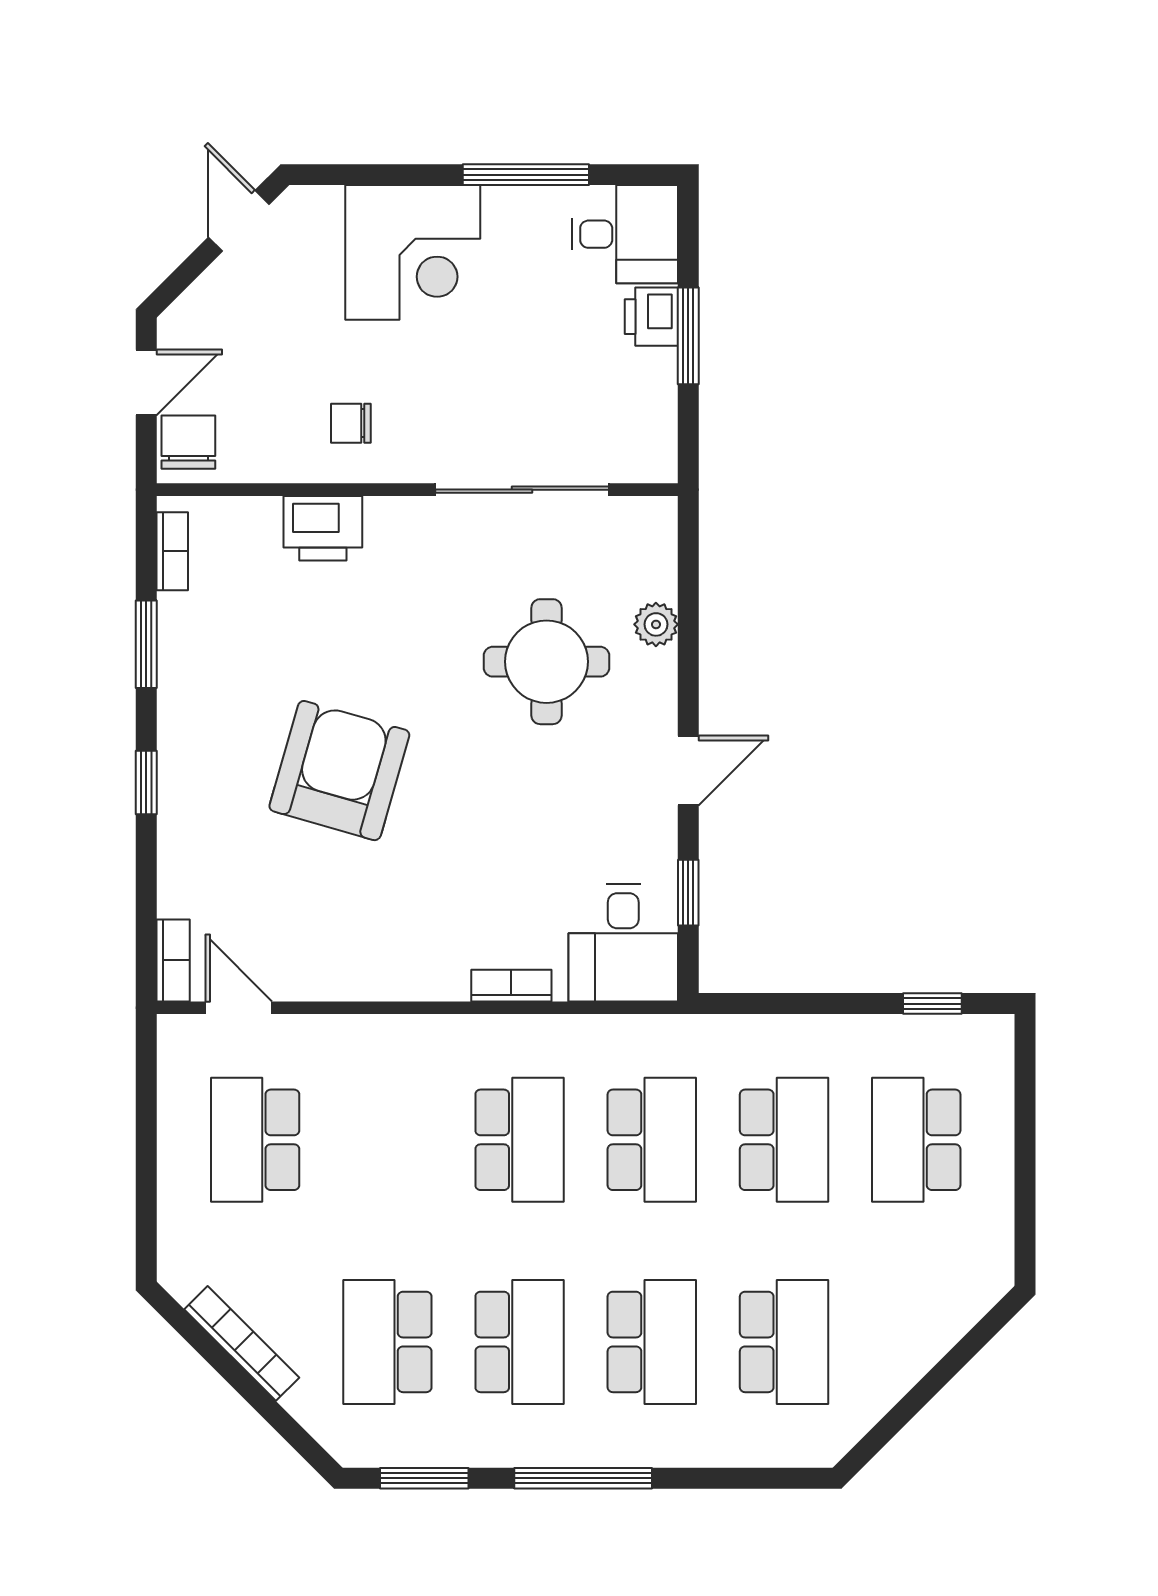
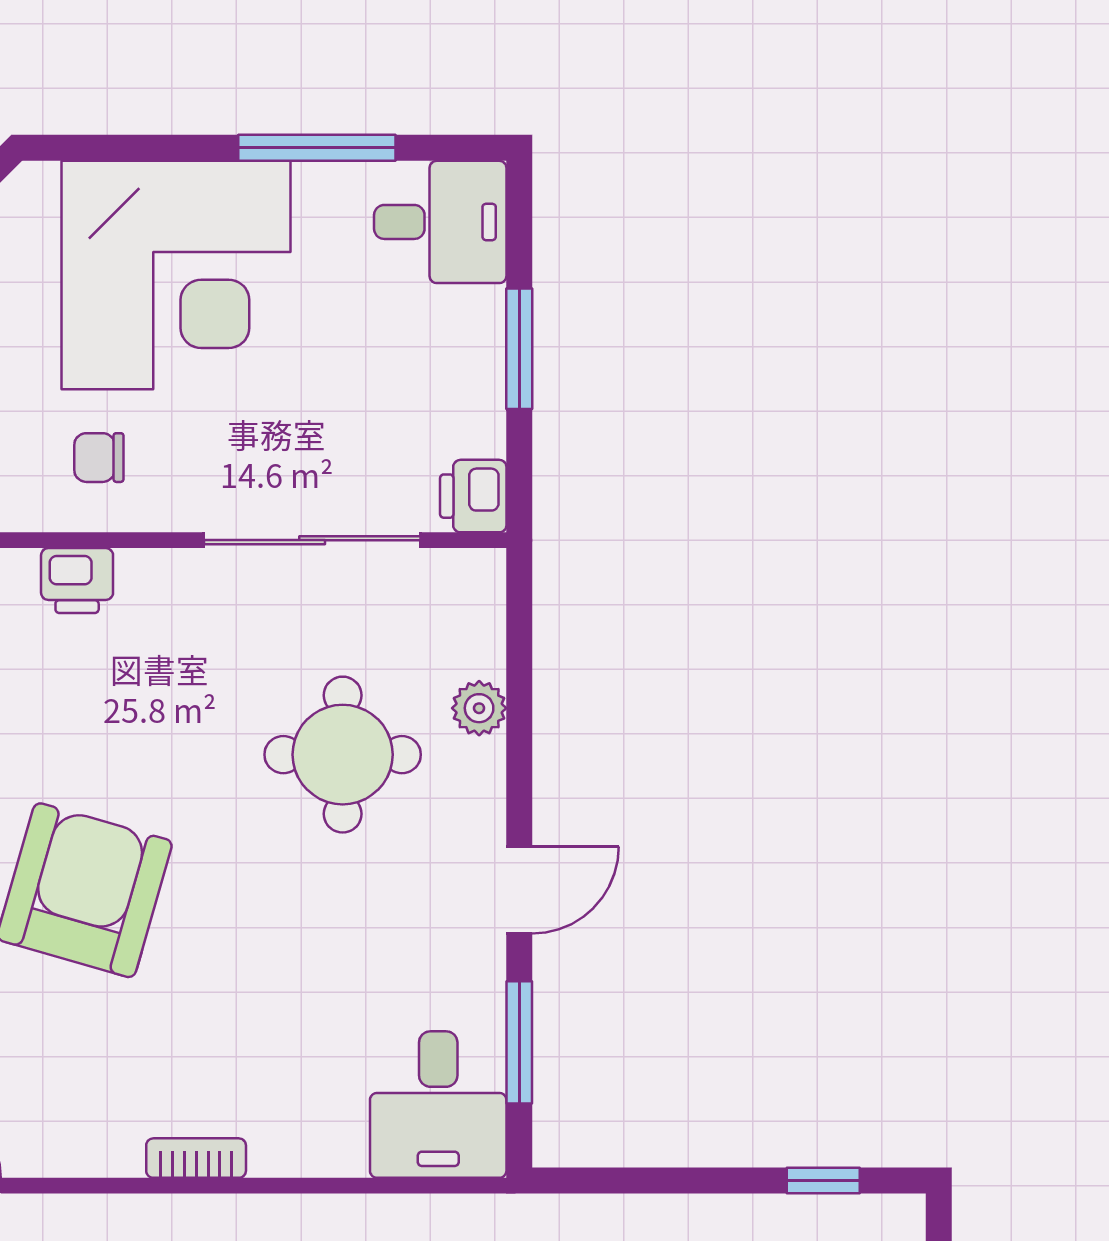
corner desk: (413, 252) -> (176, 275), width x1.36, depth x1.36
printer: (651, 317) -> (473, 496), moved
printer: (323, 528) -> (77, 581), width x0.73, depth x0.81
window: (688, 893) -> (519, 1042), width x1.50
bookcase: (511, 986) -> (196, 1158), moved

